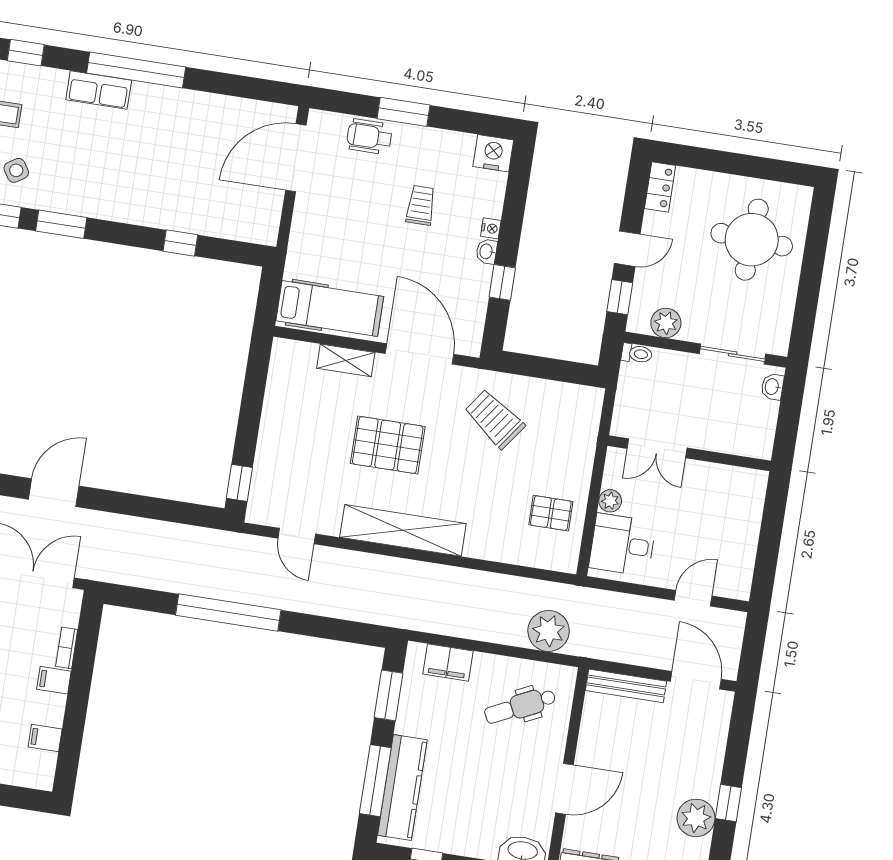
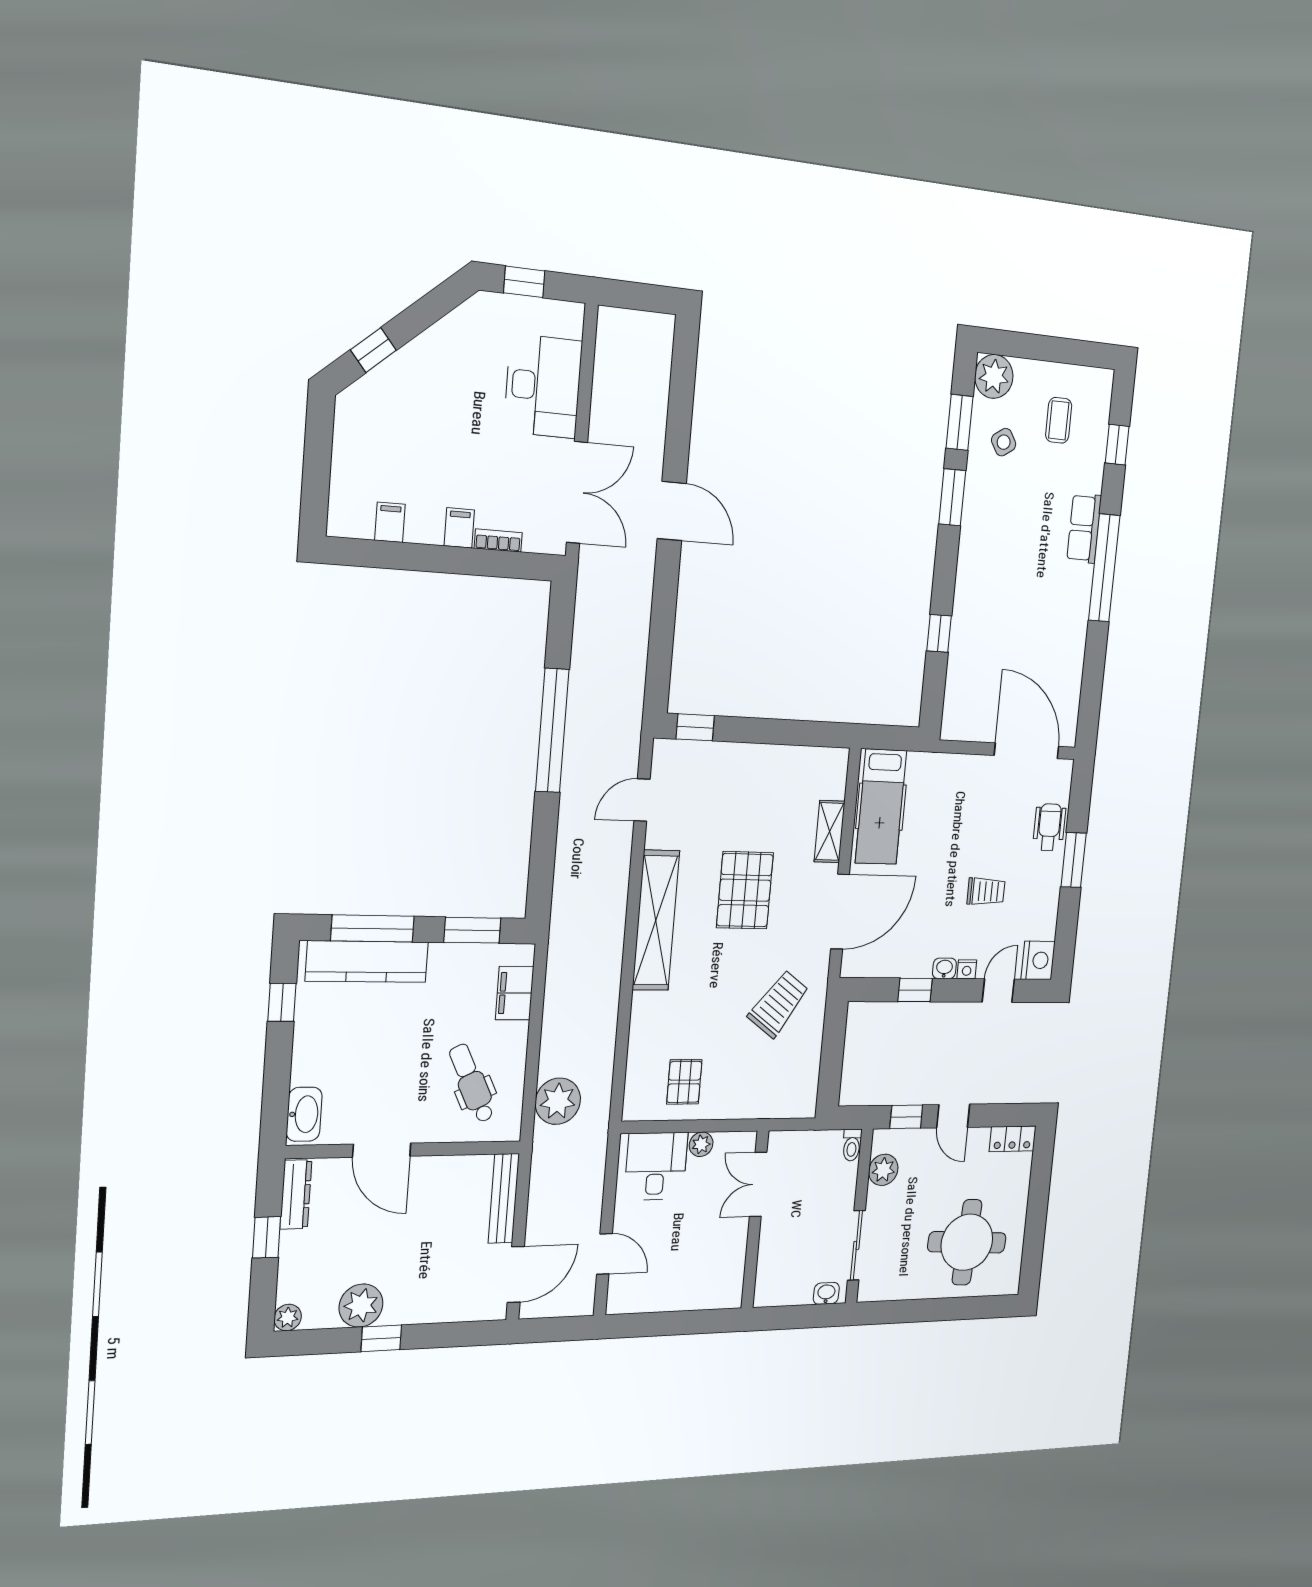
door: (516, 196) -> (998, 991), added

